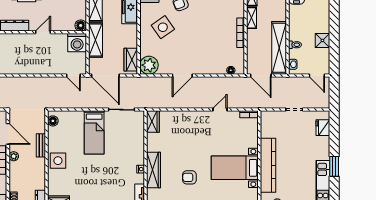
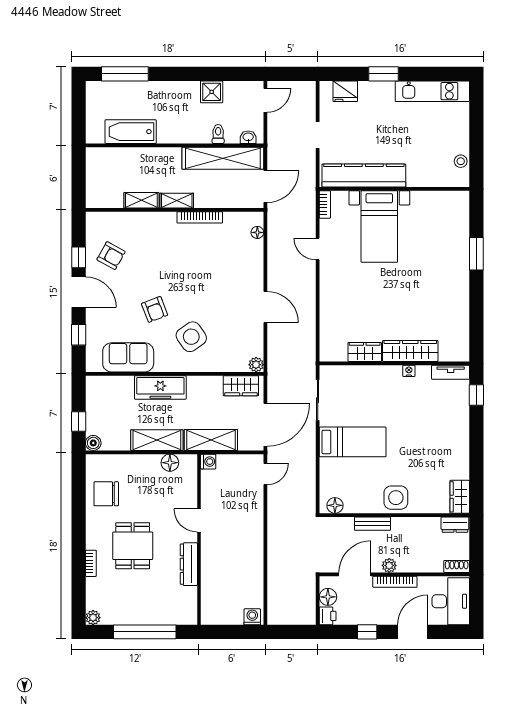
floor lamp: (81, 25) -> (170, 463), moved
washing machine: (77, 43) -> (208, 462), width x0.53, depth x0.53
plant: (149, 65) -> (256, 365), width x0.53, depth x0.53
wardrobe: (153, 122) -> (365, 352), moved
kitchen counter: (268, 165) -> (364, 176), moved
window: (334, 166) -> (384, 74), moved
bed with nightstands: (235, 168) -> (379, 227), moved
armchair: (189, 177) -> (422, 296), removed

